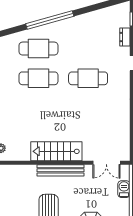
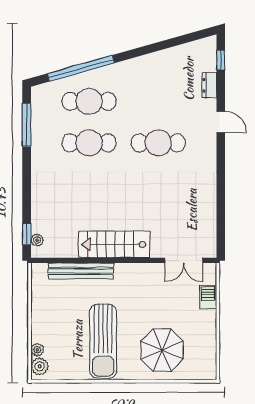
window: (50, 20) -> (81, 68), moved
bench: (61, 170) -> (81, 271), moved

